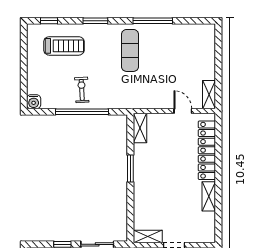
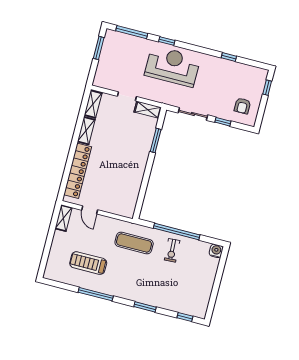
treadmill: (64, 46) -> (88, 263), moved
exercise mat: (130, 50) -> (134, 243), moved, turned 90
shelving: (140, 128) -> (93, 104), moved
window: (130, 169) -> (156, 140), moved

